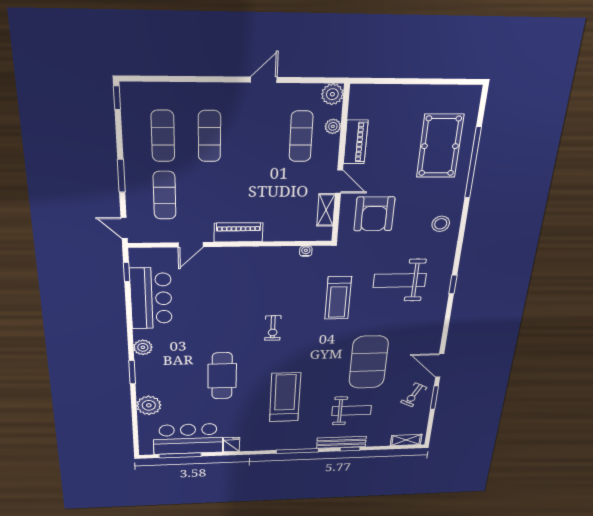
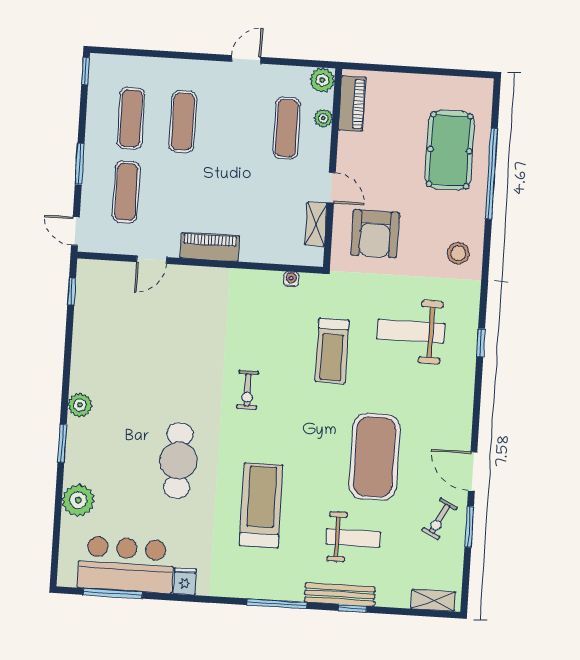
piano: (356, 142) -> (352, 104), moved
bar counter: (151, 299) -> (97, 332), removed

